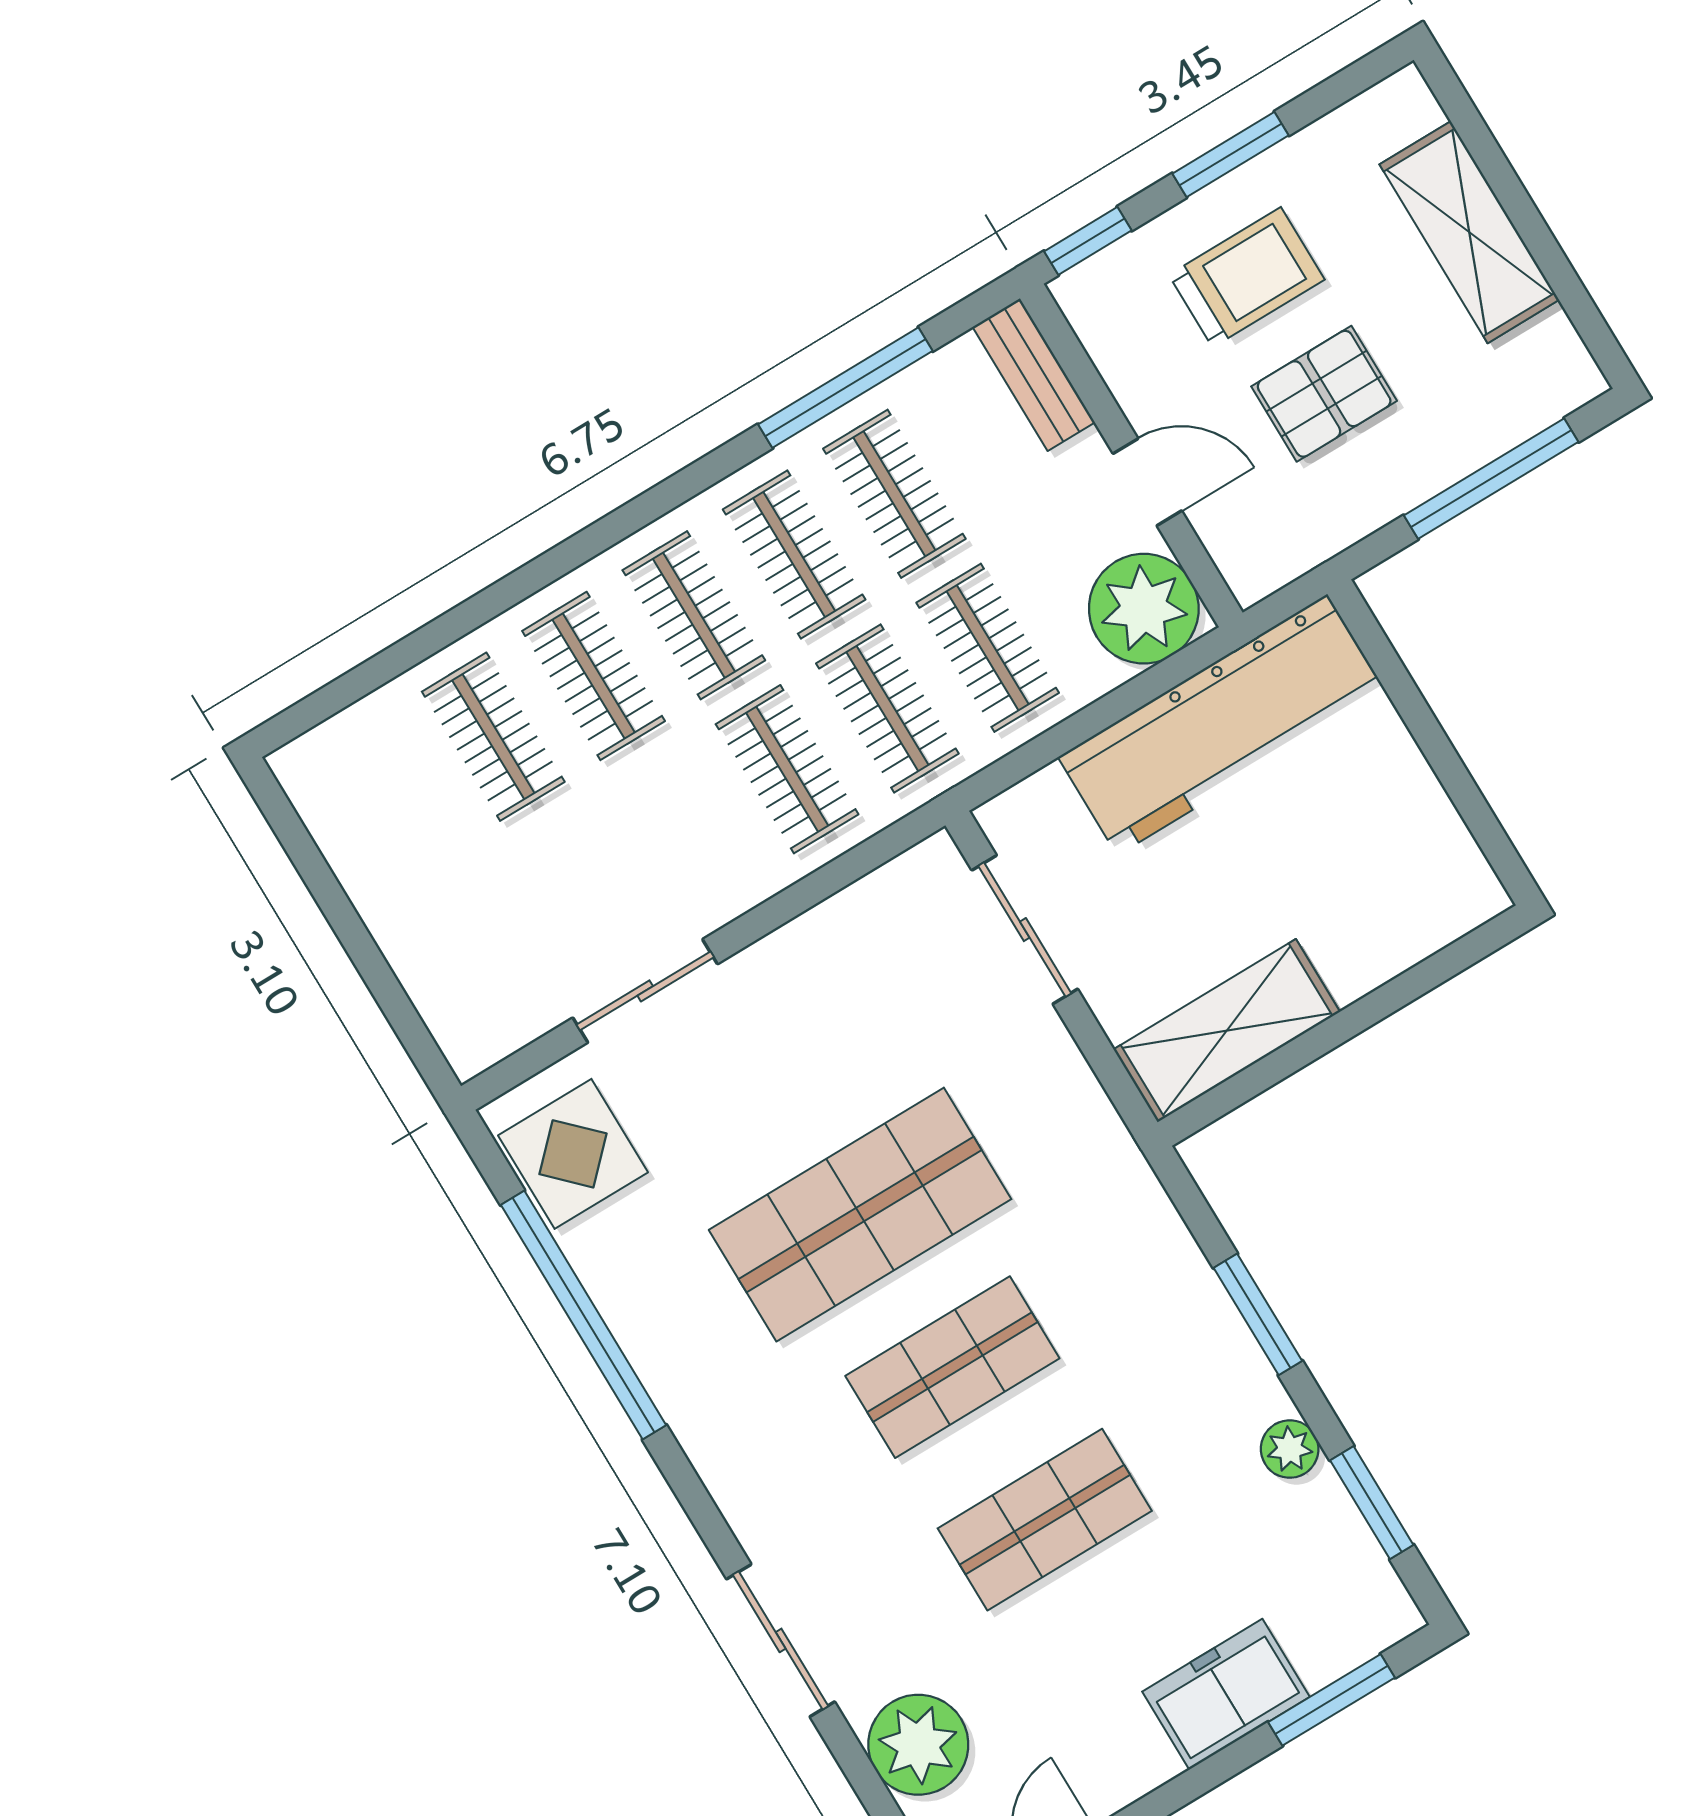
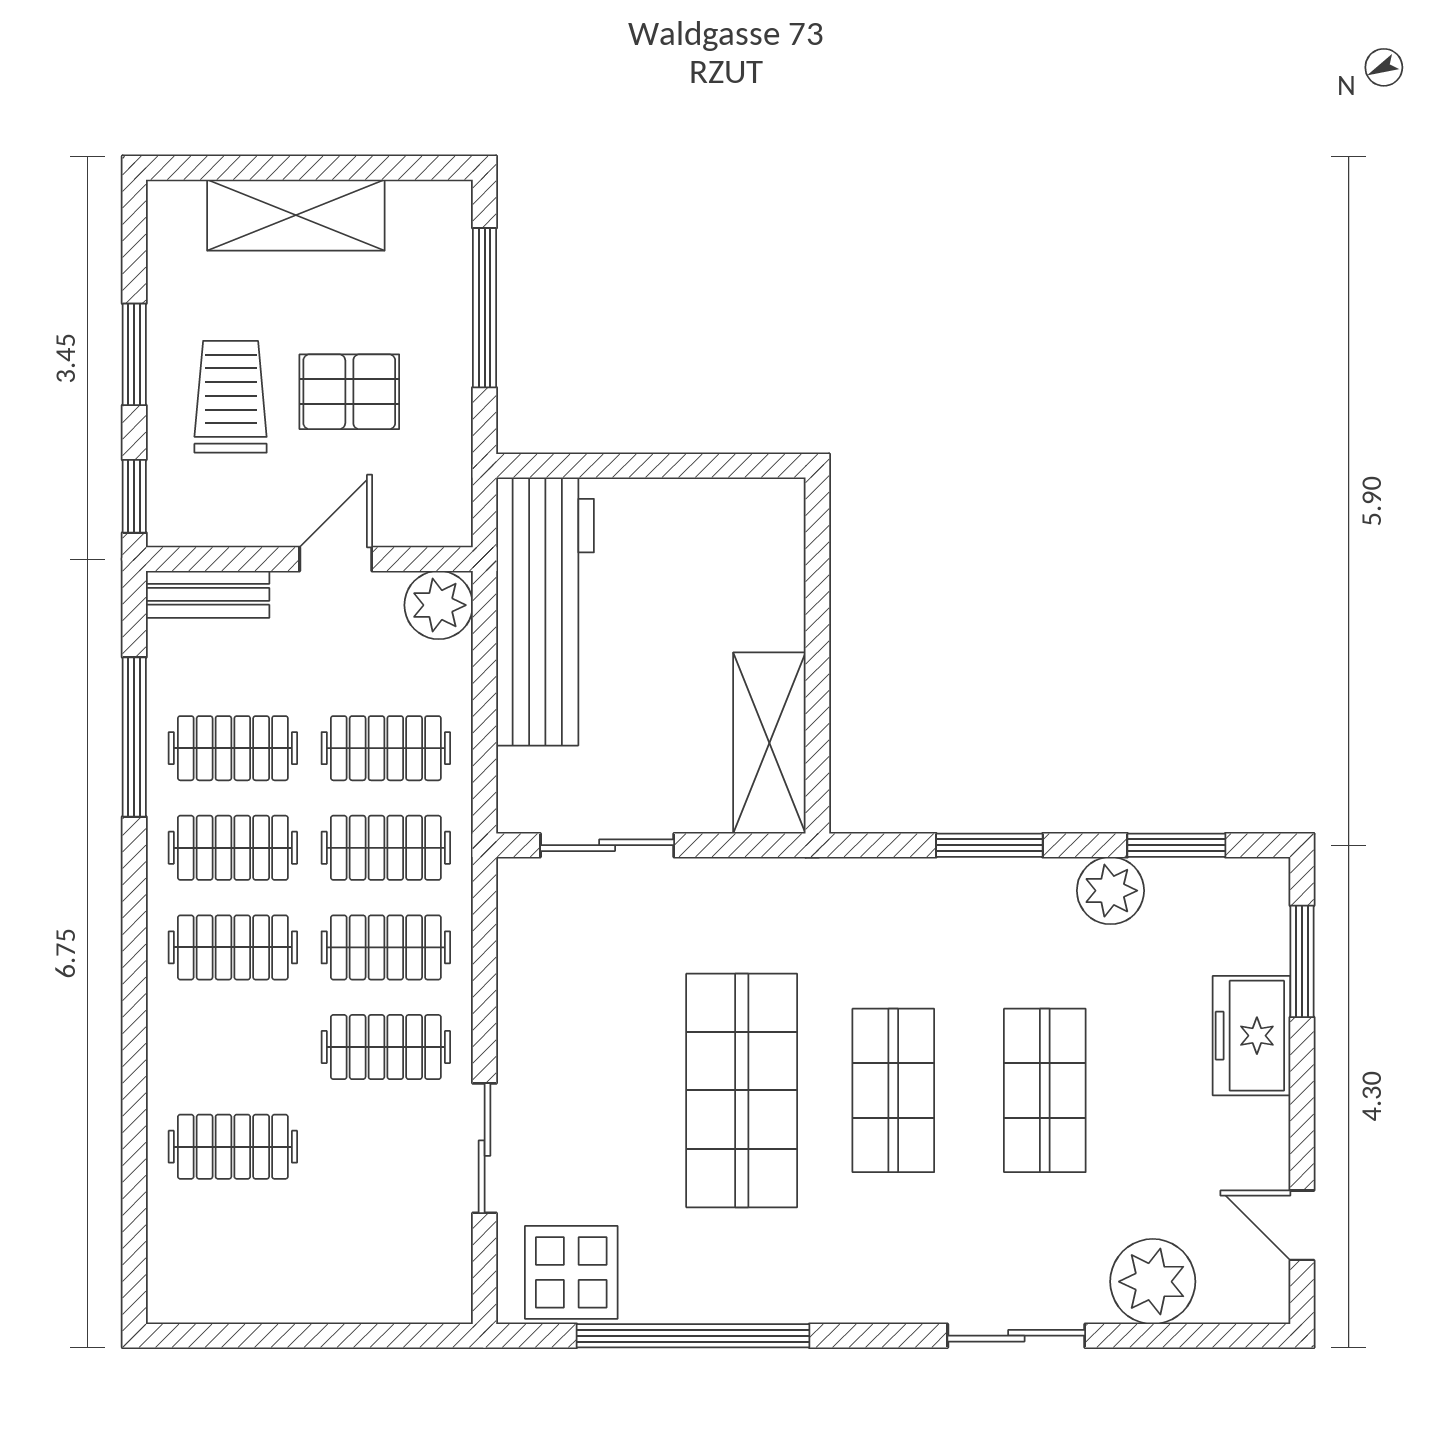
pallet: (1324, 394) -> (349, 392), turned 90
plant: (1144, 609) -> (439, 605), width x0.73, depth x0.73
clothes rail: (594, 676) -> (386, 1047), moved
plant: (1290, 1449) -> (1110, 891), width x1.38, depth x1.38

